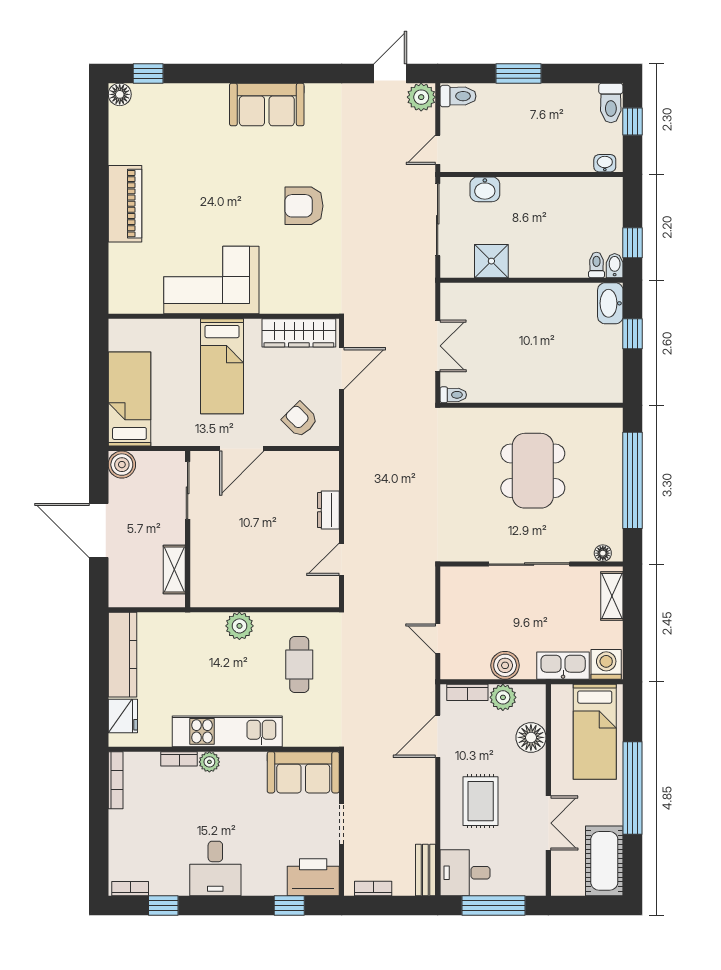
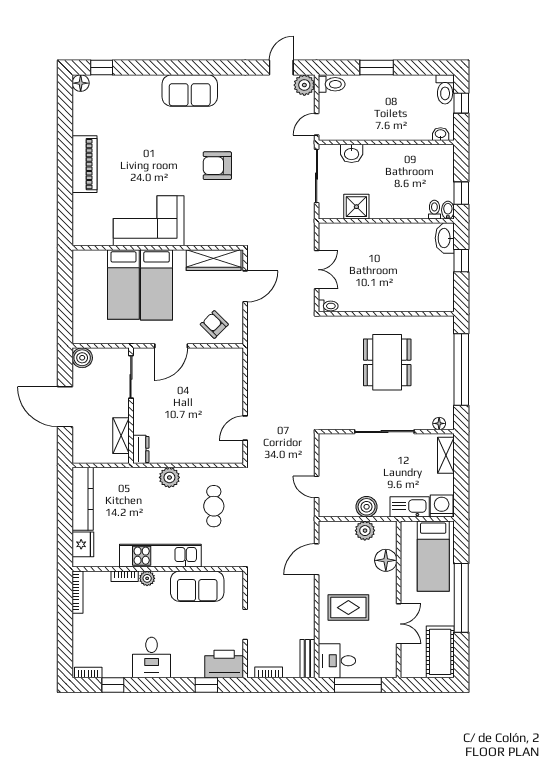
bed: (129, 399) -> (123, 284), moved, turned 180
dresser: (328, 510) -> (141, 449), moved, turned 180
bookcase: (467, 692) -> (339, 527), removed
sofa: (303, 772) -> (197, 586), moved
rug: (481, 801) -> (348, 608), turned 90

